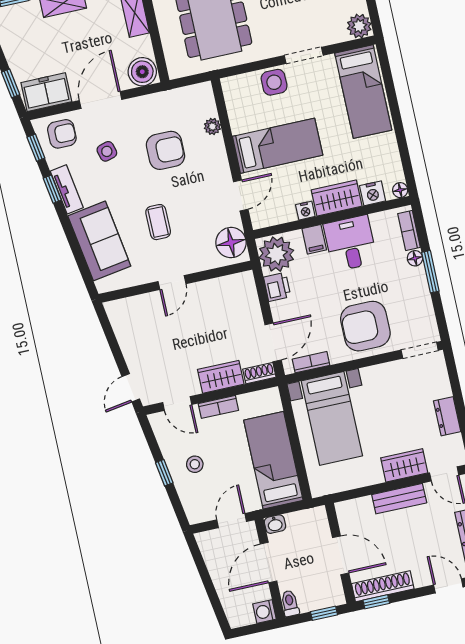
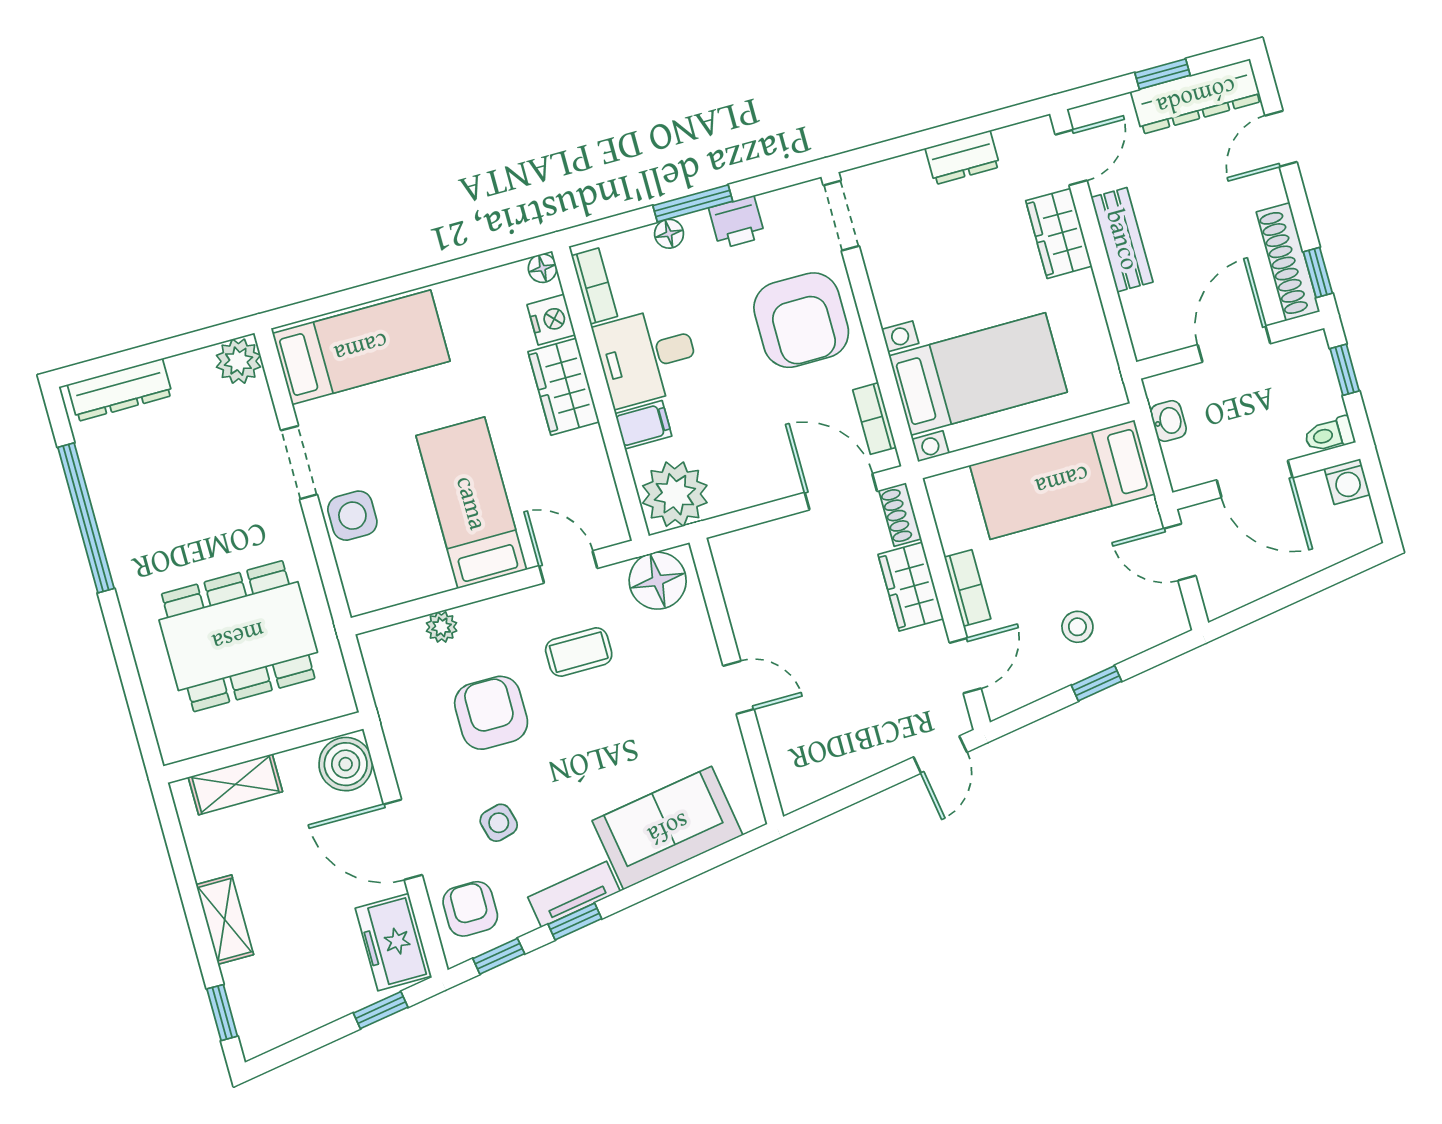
nightstand: (305, 211) -> (590, 444), removed
coffee table: (158, 222) -> (579, 652), moved
bookcase: (409, 231) -> (594, 286), moved, turned -90
printer: (277, 287) -> (737, 222), moved, turned 180
door: (131, 388) -> (940, 755), hinge flipped
washbasin: (275, 524) -> (1168, 421), moved

